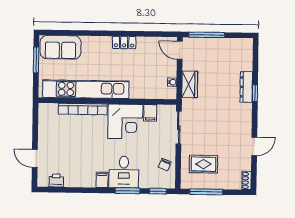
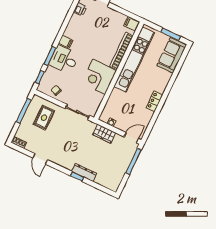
filing cabinet: (150, 113) -> (132, 24), moved

